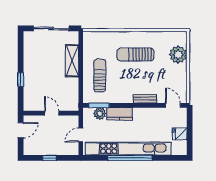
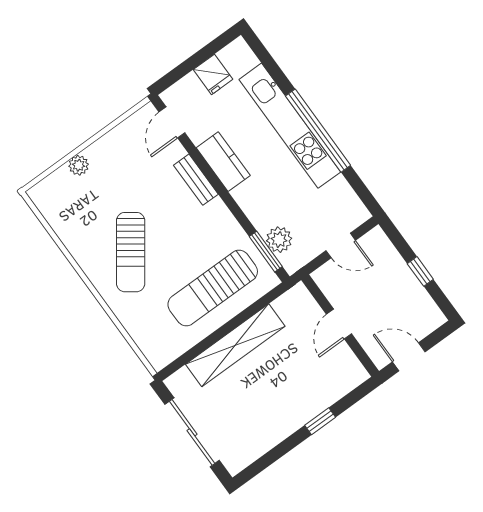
sun lounger: (136, 55) -> (131, 252), turned 36
plant: (178, 55) -> (79, 165), width x0.53, depth x0.53
shelving: (72, 61) -> (235, 345), width x1.47
sun lounger: (100, 76) -> (213, 288), width x1.36, depth x1.34
kitchen counter: (119, 114) -> (223, 162), moved
kitchen unit: (128, 149) -> (290, 126), width x0.73

